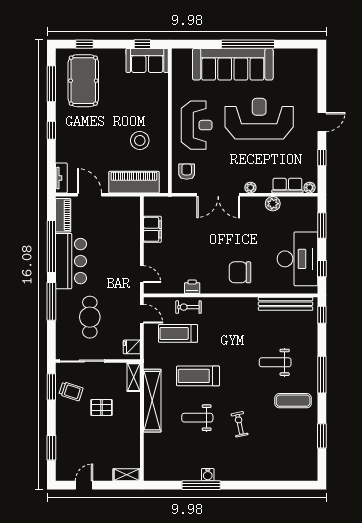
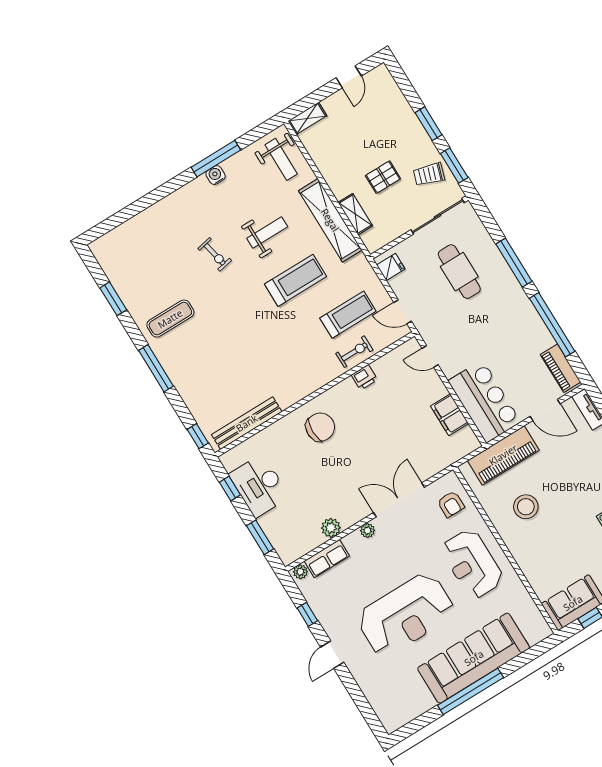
desk: (297, 259) -> (259, 486), width x0.73, depth x0.77
bar counter: (71, 261) -> (484, 401), moved, turned 180
weight bench: (275, 362) -> (281, 159), moved, turned 90
shelving: (134, 377) -> (355, 214), moved
window: (51, 448) -> (428, 124), moved

